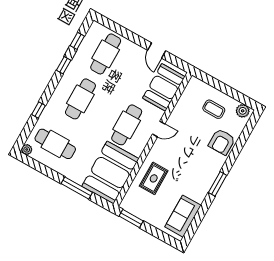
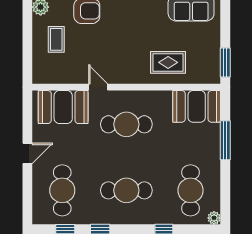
door: (157, 51) -> (27, 153), moved
cafe table: (106, 54) -> (62, 190), turned 90
door: (159, 129) -> (98, 87), moved
booth: (110, 172) -> (197, 106), width x0.73, depth x0.70

